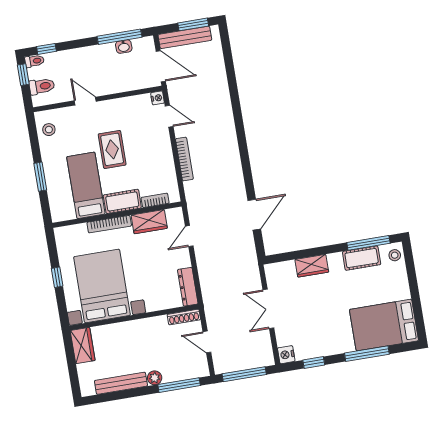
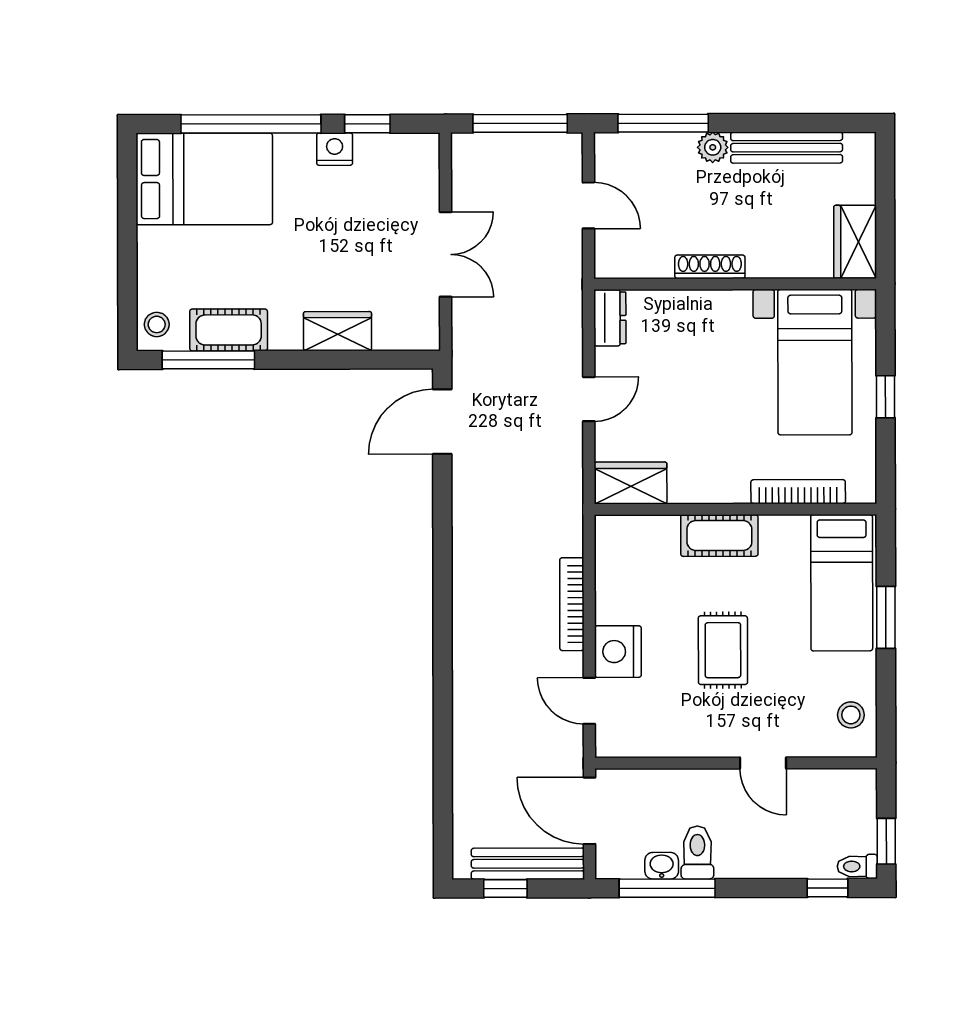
window: (193, 24) -> (505, 889), width x0.67
toilet: (42, 86) -> (697, 853), moved, turned 90
nightstand: (157, 98) -> (618, 652), moved, width x1.89, depth x1.79
bed: (86, 185) -> (842, 583), moved
bookcase: (155, 200) -> (649, 526), removed
door: (254, 215) -> (442, 422), moved
wardrobe: (149, 222) -> (631, 483), moved
bookcase: (109, 224) -> (798, 492), moved
door: (189, 236) -> (589, 399), moved
bed with nightstands: (102, 286) -> (815, 362), width x0.73
dresser: (188, 287) -> (610, 318), width x0.70
shoe rack: (184, 317) -> (710, 267), moved
window: (367, 354) -> (251, 124), width x1.46
nightstand: (286, 355) -> (335, 149), moved, turned -90

